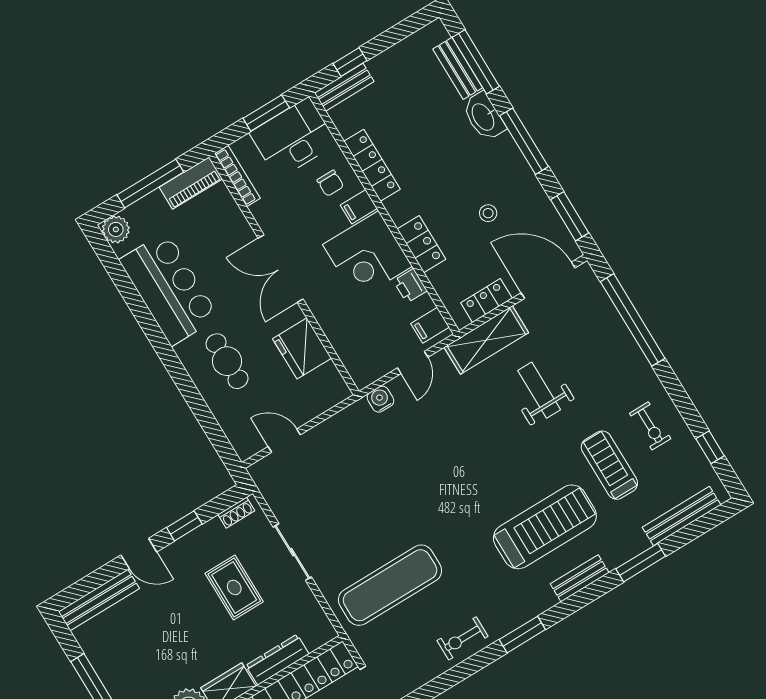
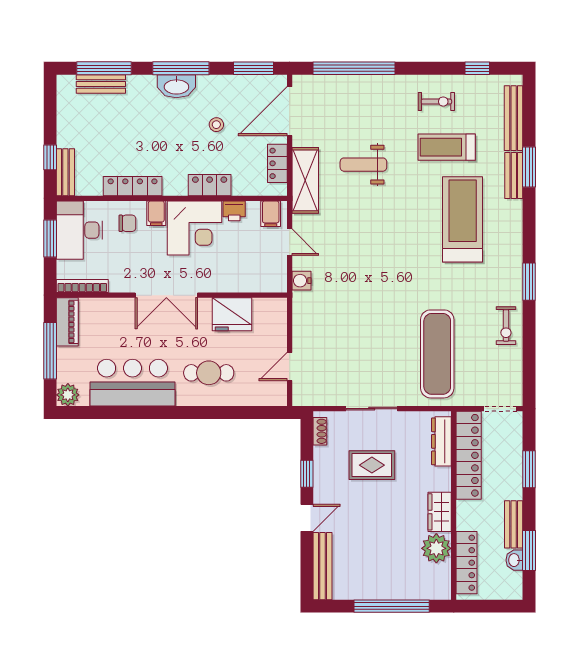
washbasin: (484, 117) -> (176, 86), moved
bench: (580, 578) -> (514, 175), moved
dresser: (277, 660) -> (441, 441), moved

